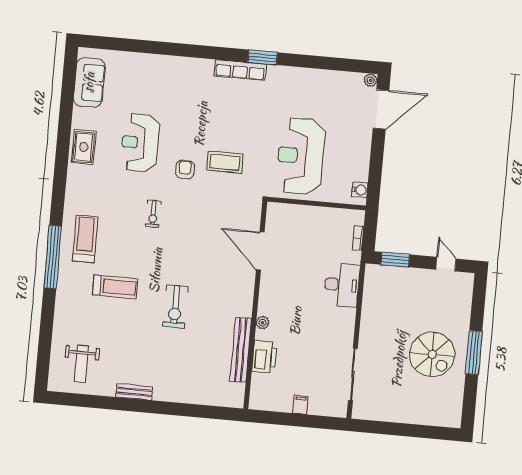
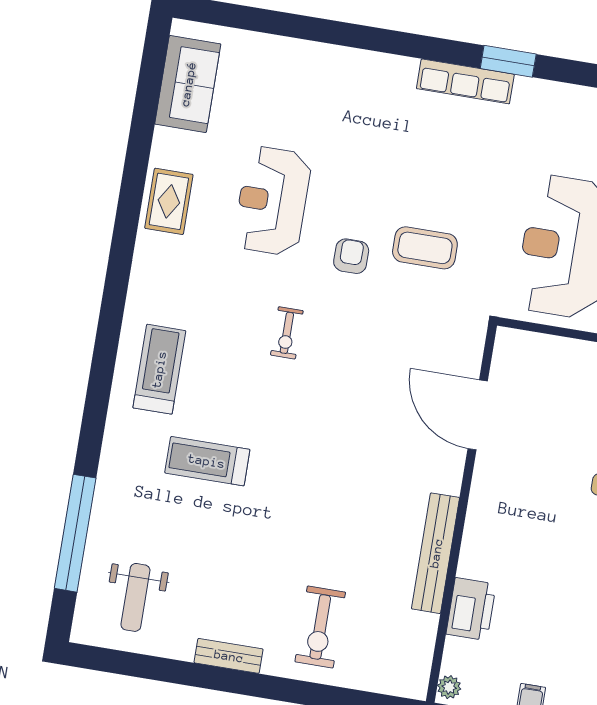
window: (53, 257) -> (75, 533), moved
treadmill: (115, 287) -> (207, 461), turned 180
exercise bike: (175, 306) -> (320, 627), moved
plant: (263, 323) -> (449, 687), moved
bench: (241, 350) -> (436, 553), moved

